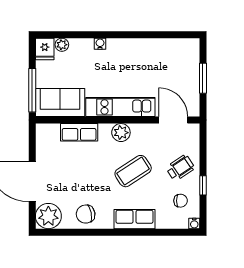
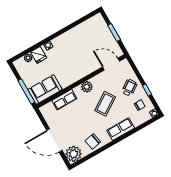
fridge: (45, 49) -> (39, 55), moved
kitchen unit: (120, 107) -> (79, 73), removed

